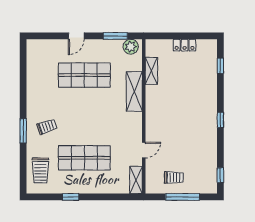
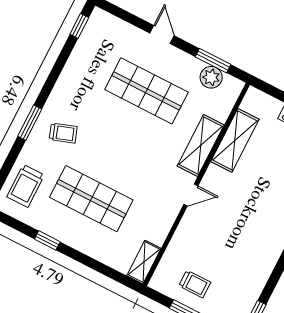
door: (76, 36) -> (162, 34), swing flipped
plant: (131, 47) -> (211, 77), moved
window: (23, 56) -> (79, 26), added
shelving: (151, 71) -> (235, 140), width x1.50, depth x1.33
door: (144, 150) -> (191, 195), moved

